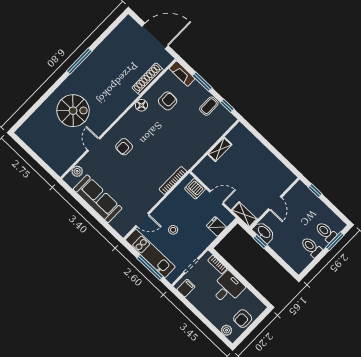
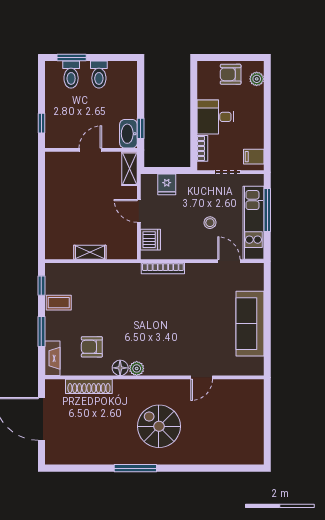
spiral stairs: (73, 111) -> (159, 426), moved
armchair: (124, 147) -> (176, 346), removed
plant: (77, 171) -> (137, 368), moved
armchair: (243, 319) -> (231, 74), turned 180

